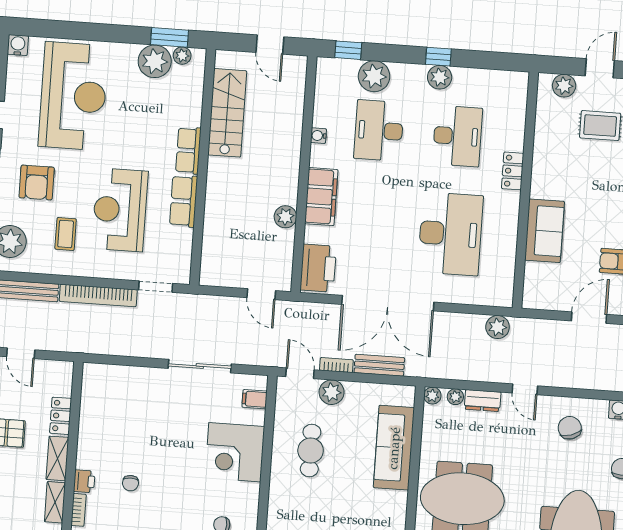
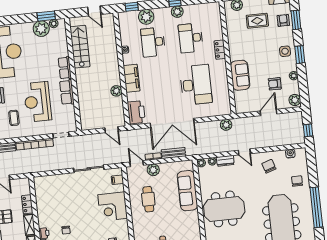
desk: (457, 136) -> (191, 38), turned 180

